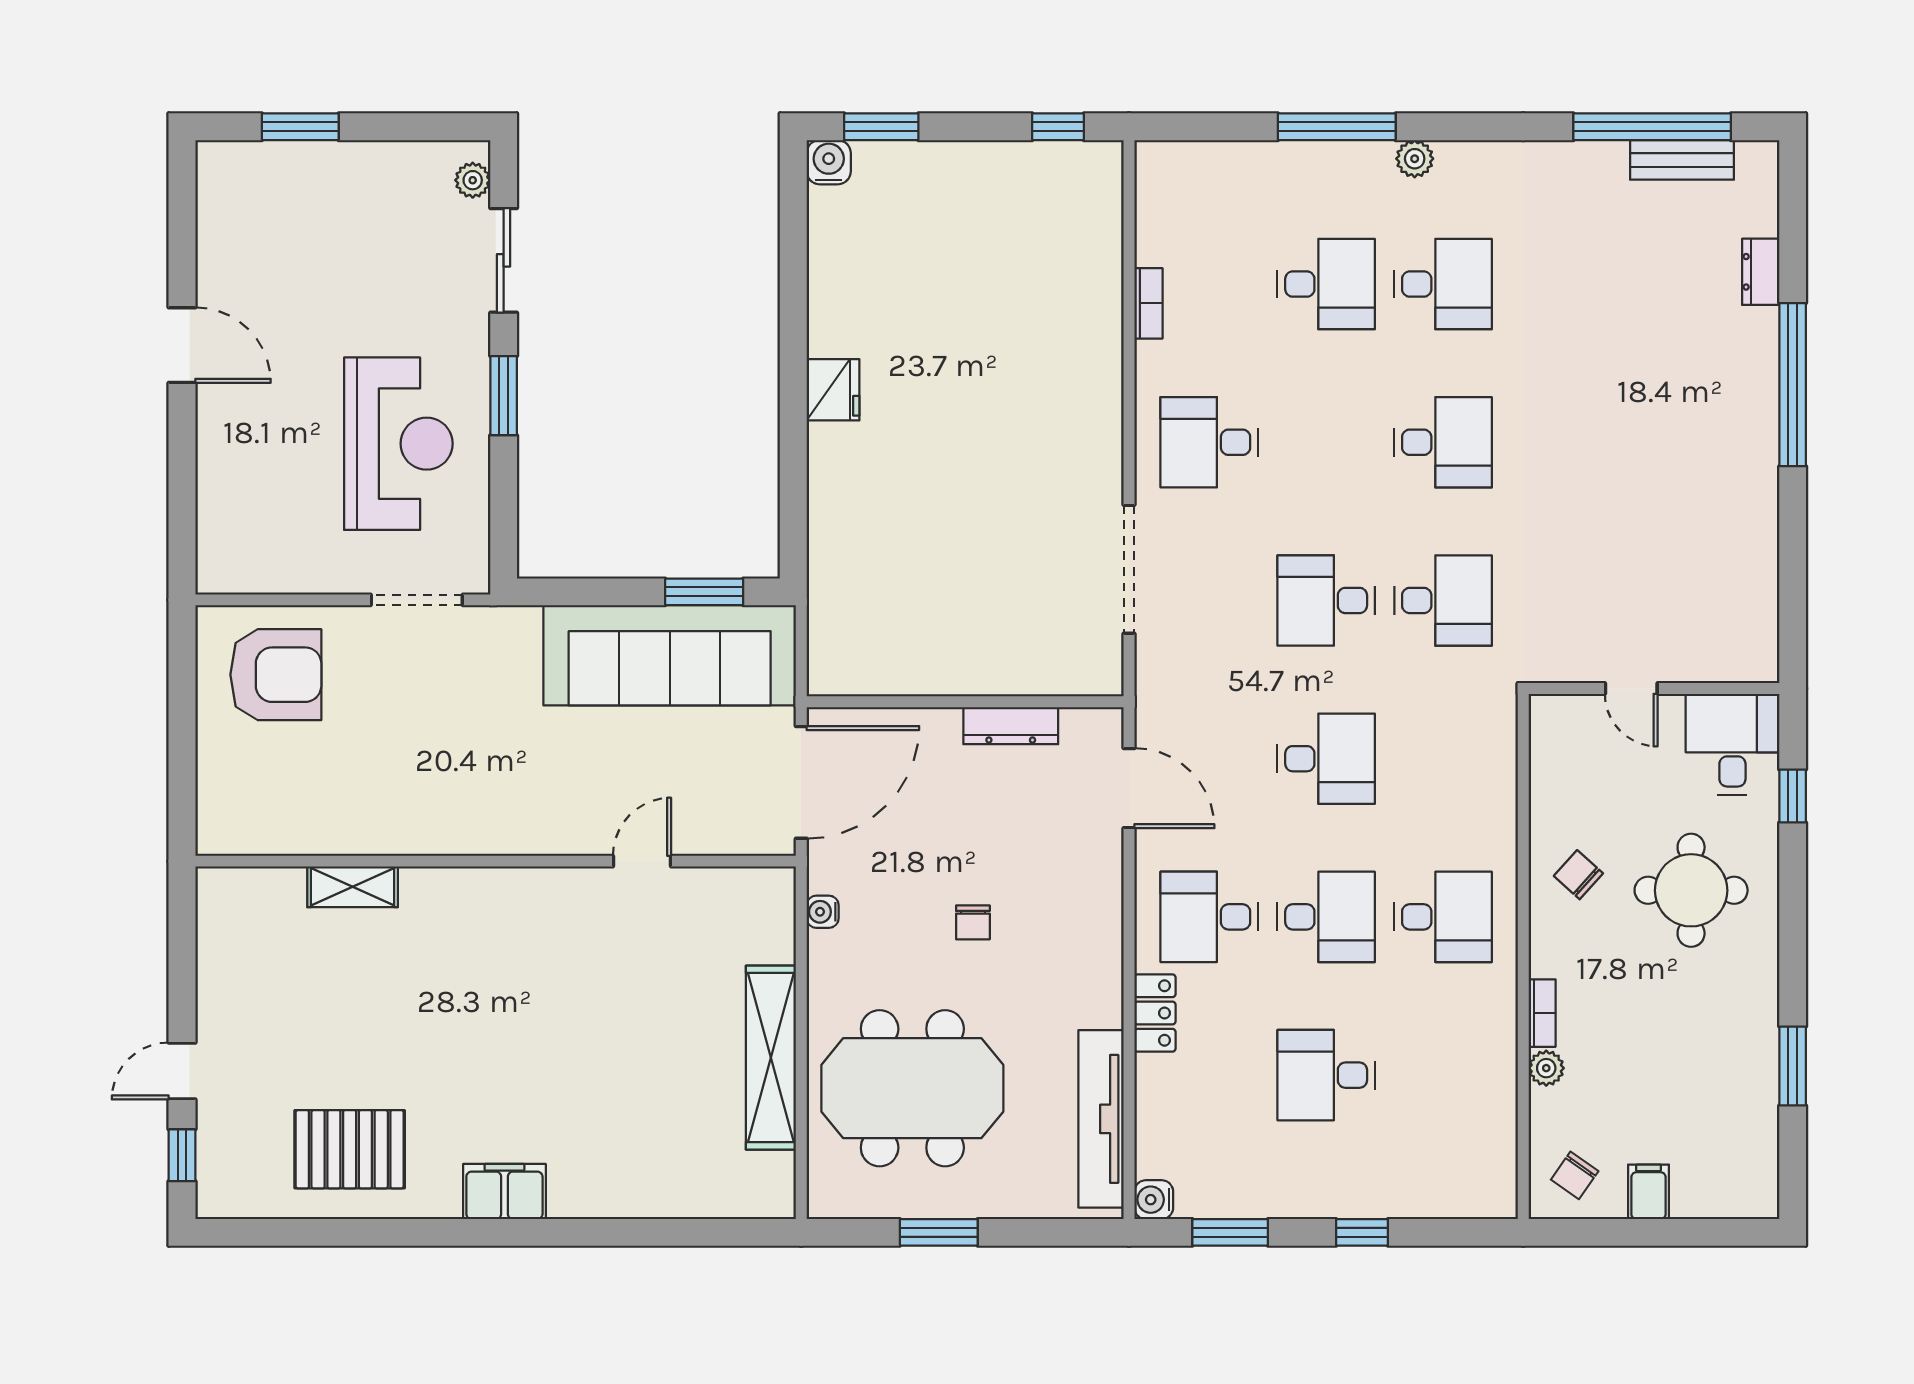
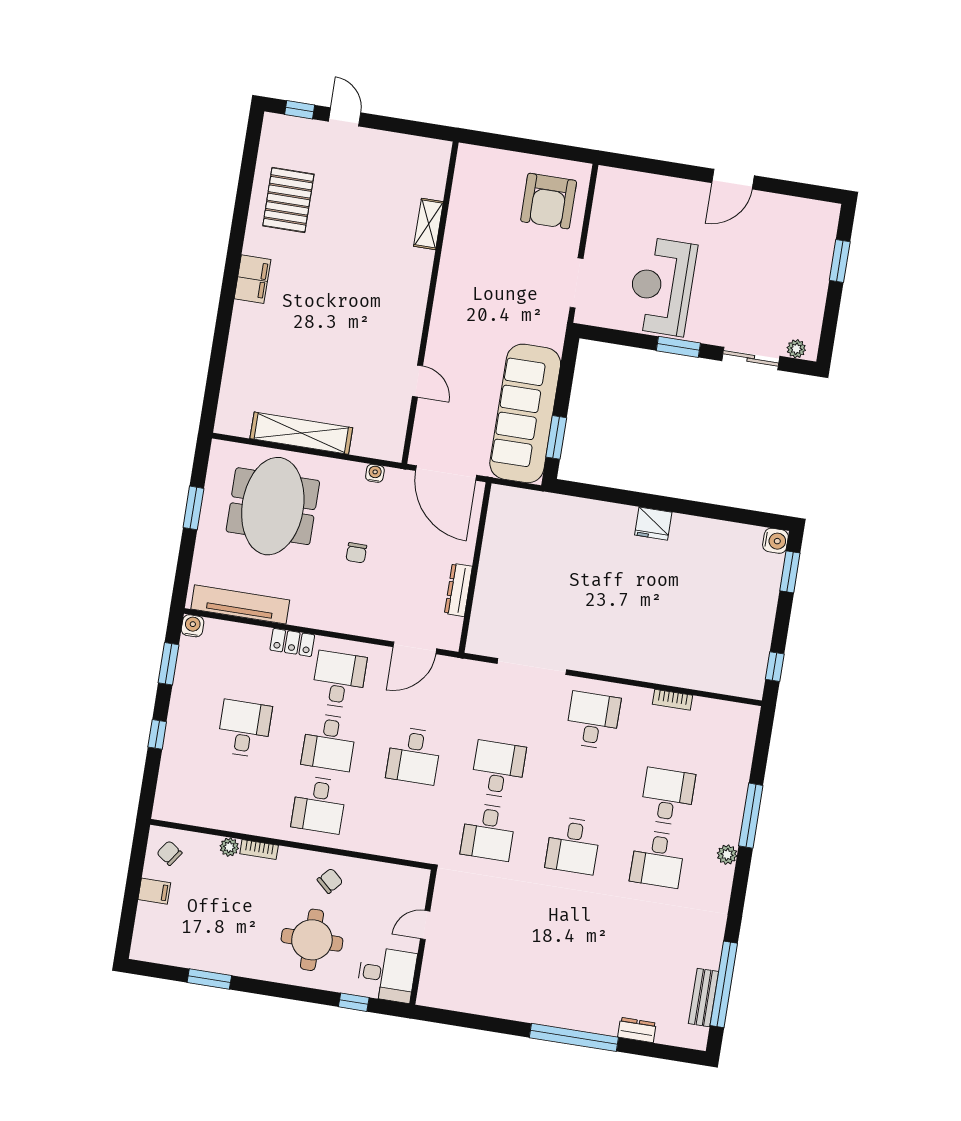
desk: (1326, 284) -> (668, 796), turned 180
reception desk: (398, 444) -> (662, 286), turned 90
chair: (973, 922) -> (356, 553), turned -90

